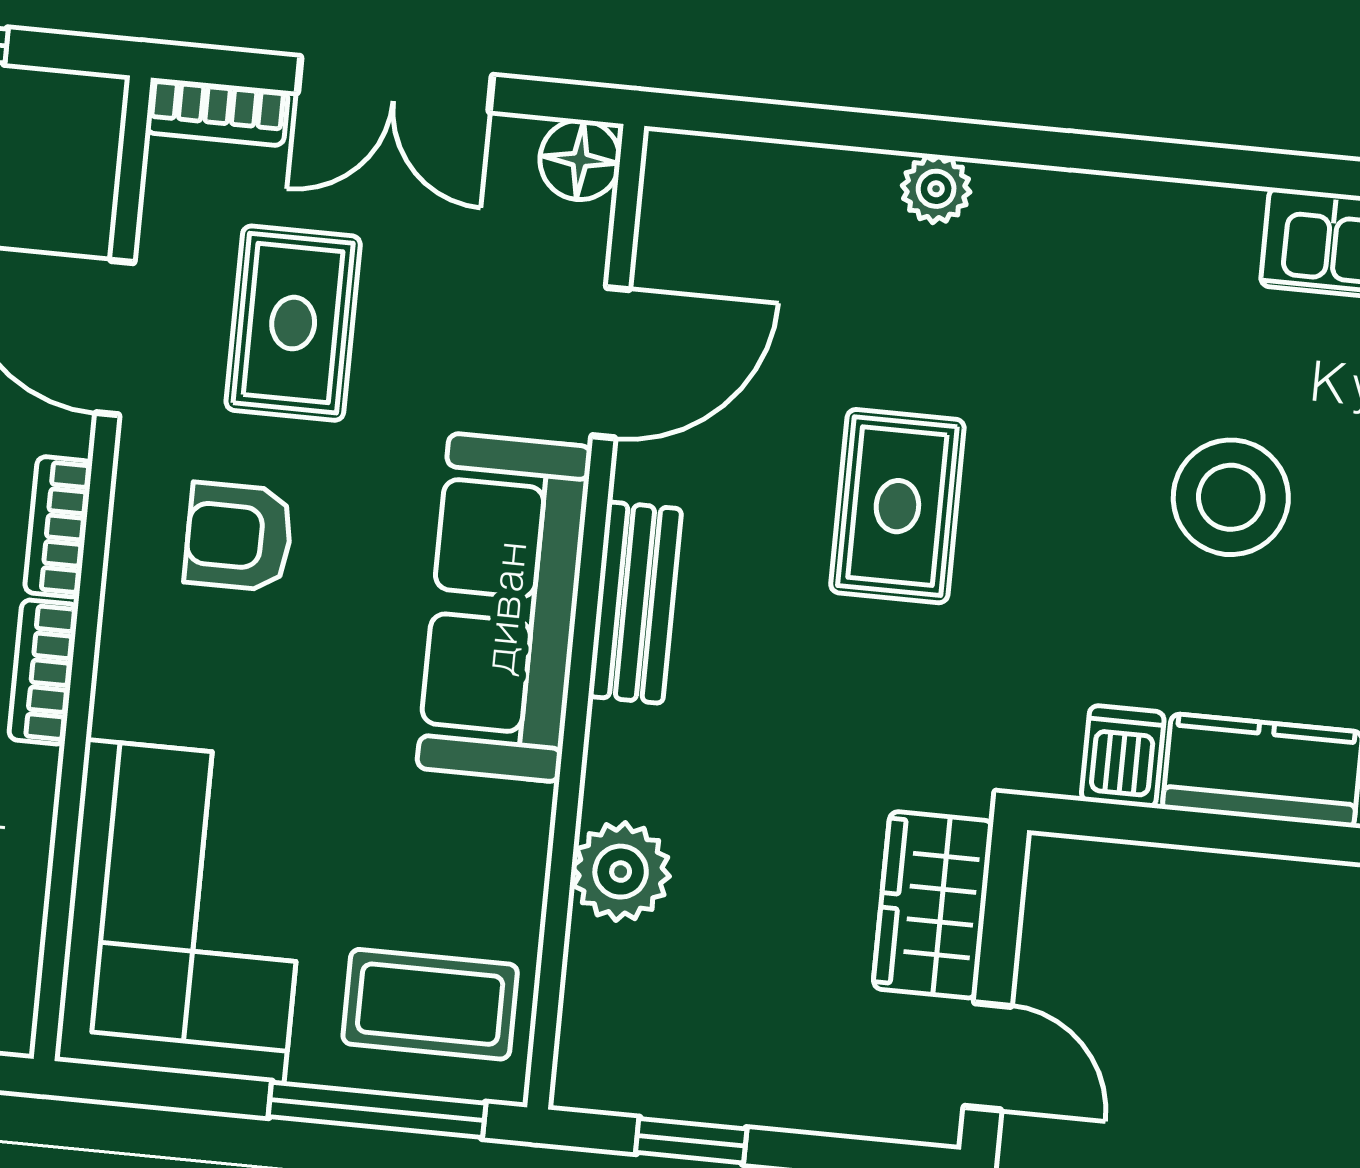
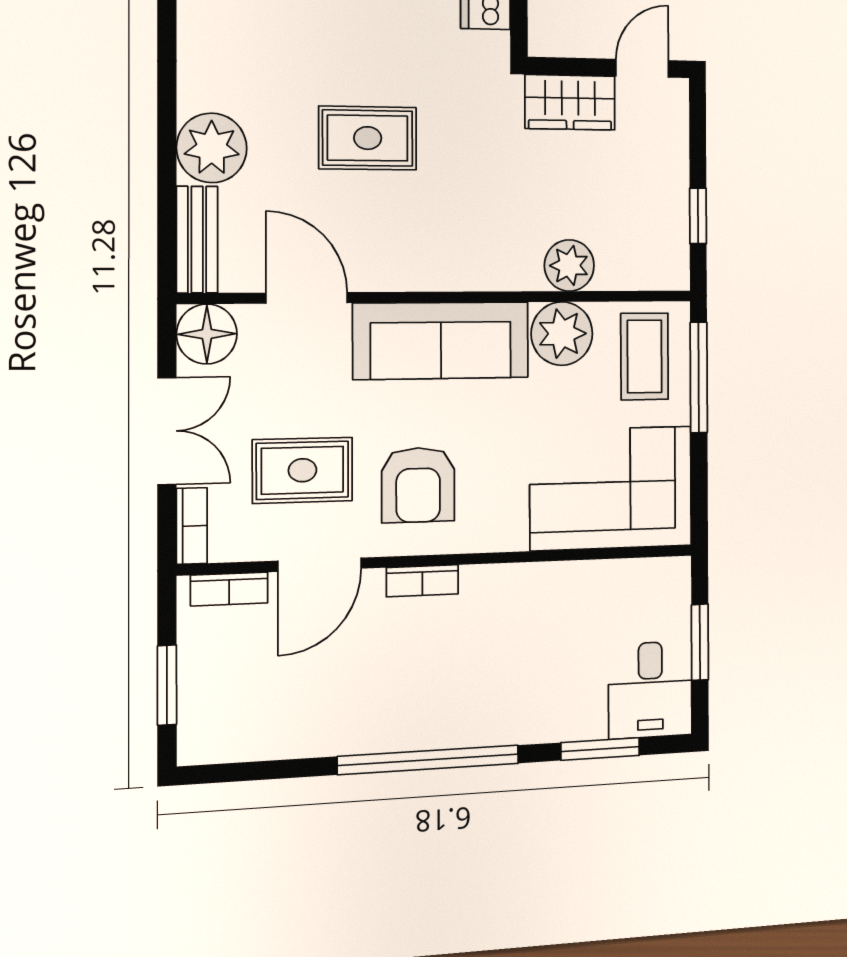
floor lamp: (580, 160) -> (207, 334), width x1.38, depth x1.38
plant: (936, 189) -> (212, 148), width x1.88, depth x1.88
armchair: (239, 537) -> (418, 485), width x1.38, depth x1.38
bench: (635, 603) -> (197, 240), moved, turned 90
bookcase: (43, 672) -> (229, 589), moved
plant: (492, 844) -> (562, 334), added

